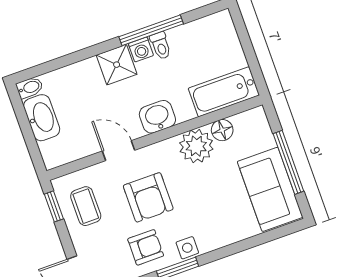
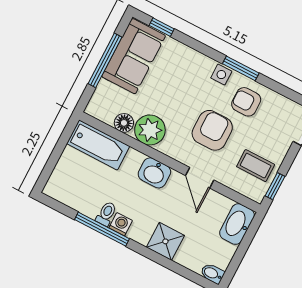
shower: (117, 65) -> (165, 241), moved
washbasin: (42, 118) -> (237, 224), moved
coffee table: (86, 206) -> (256, 166), turned 90
window: (272, 235) -> (162, 27), added

